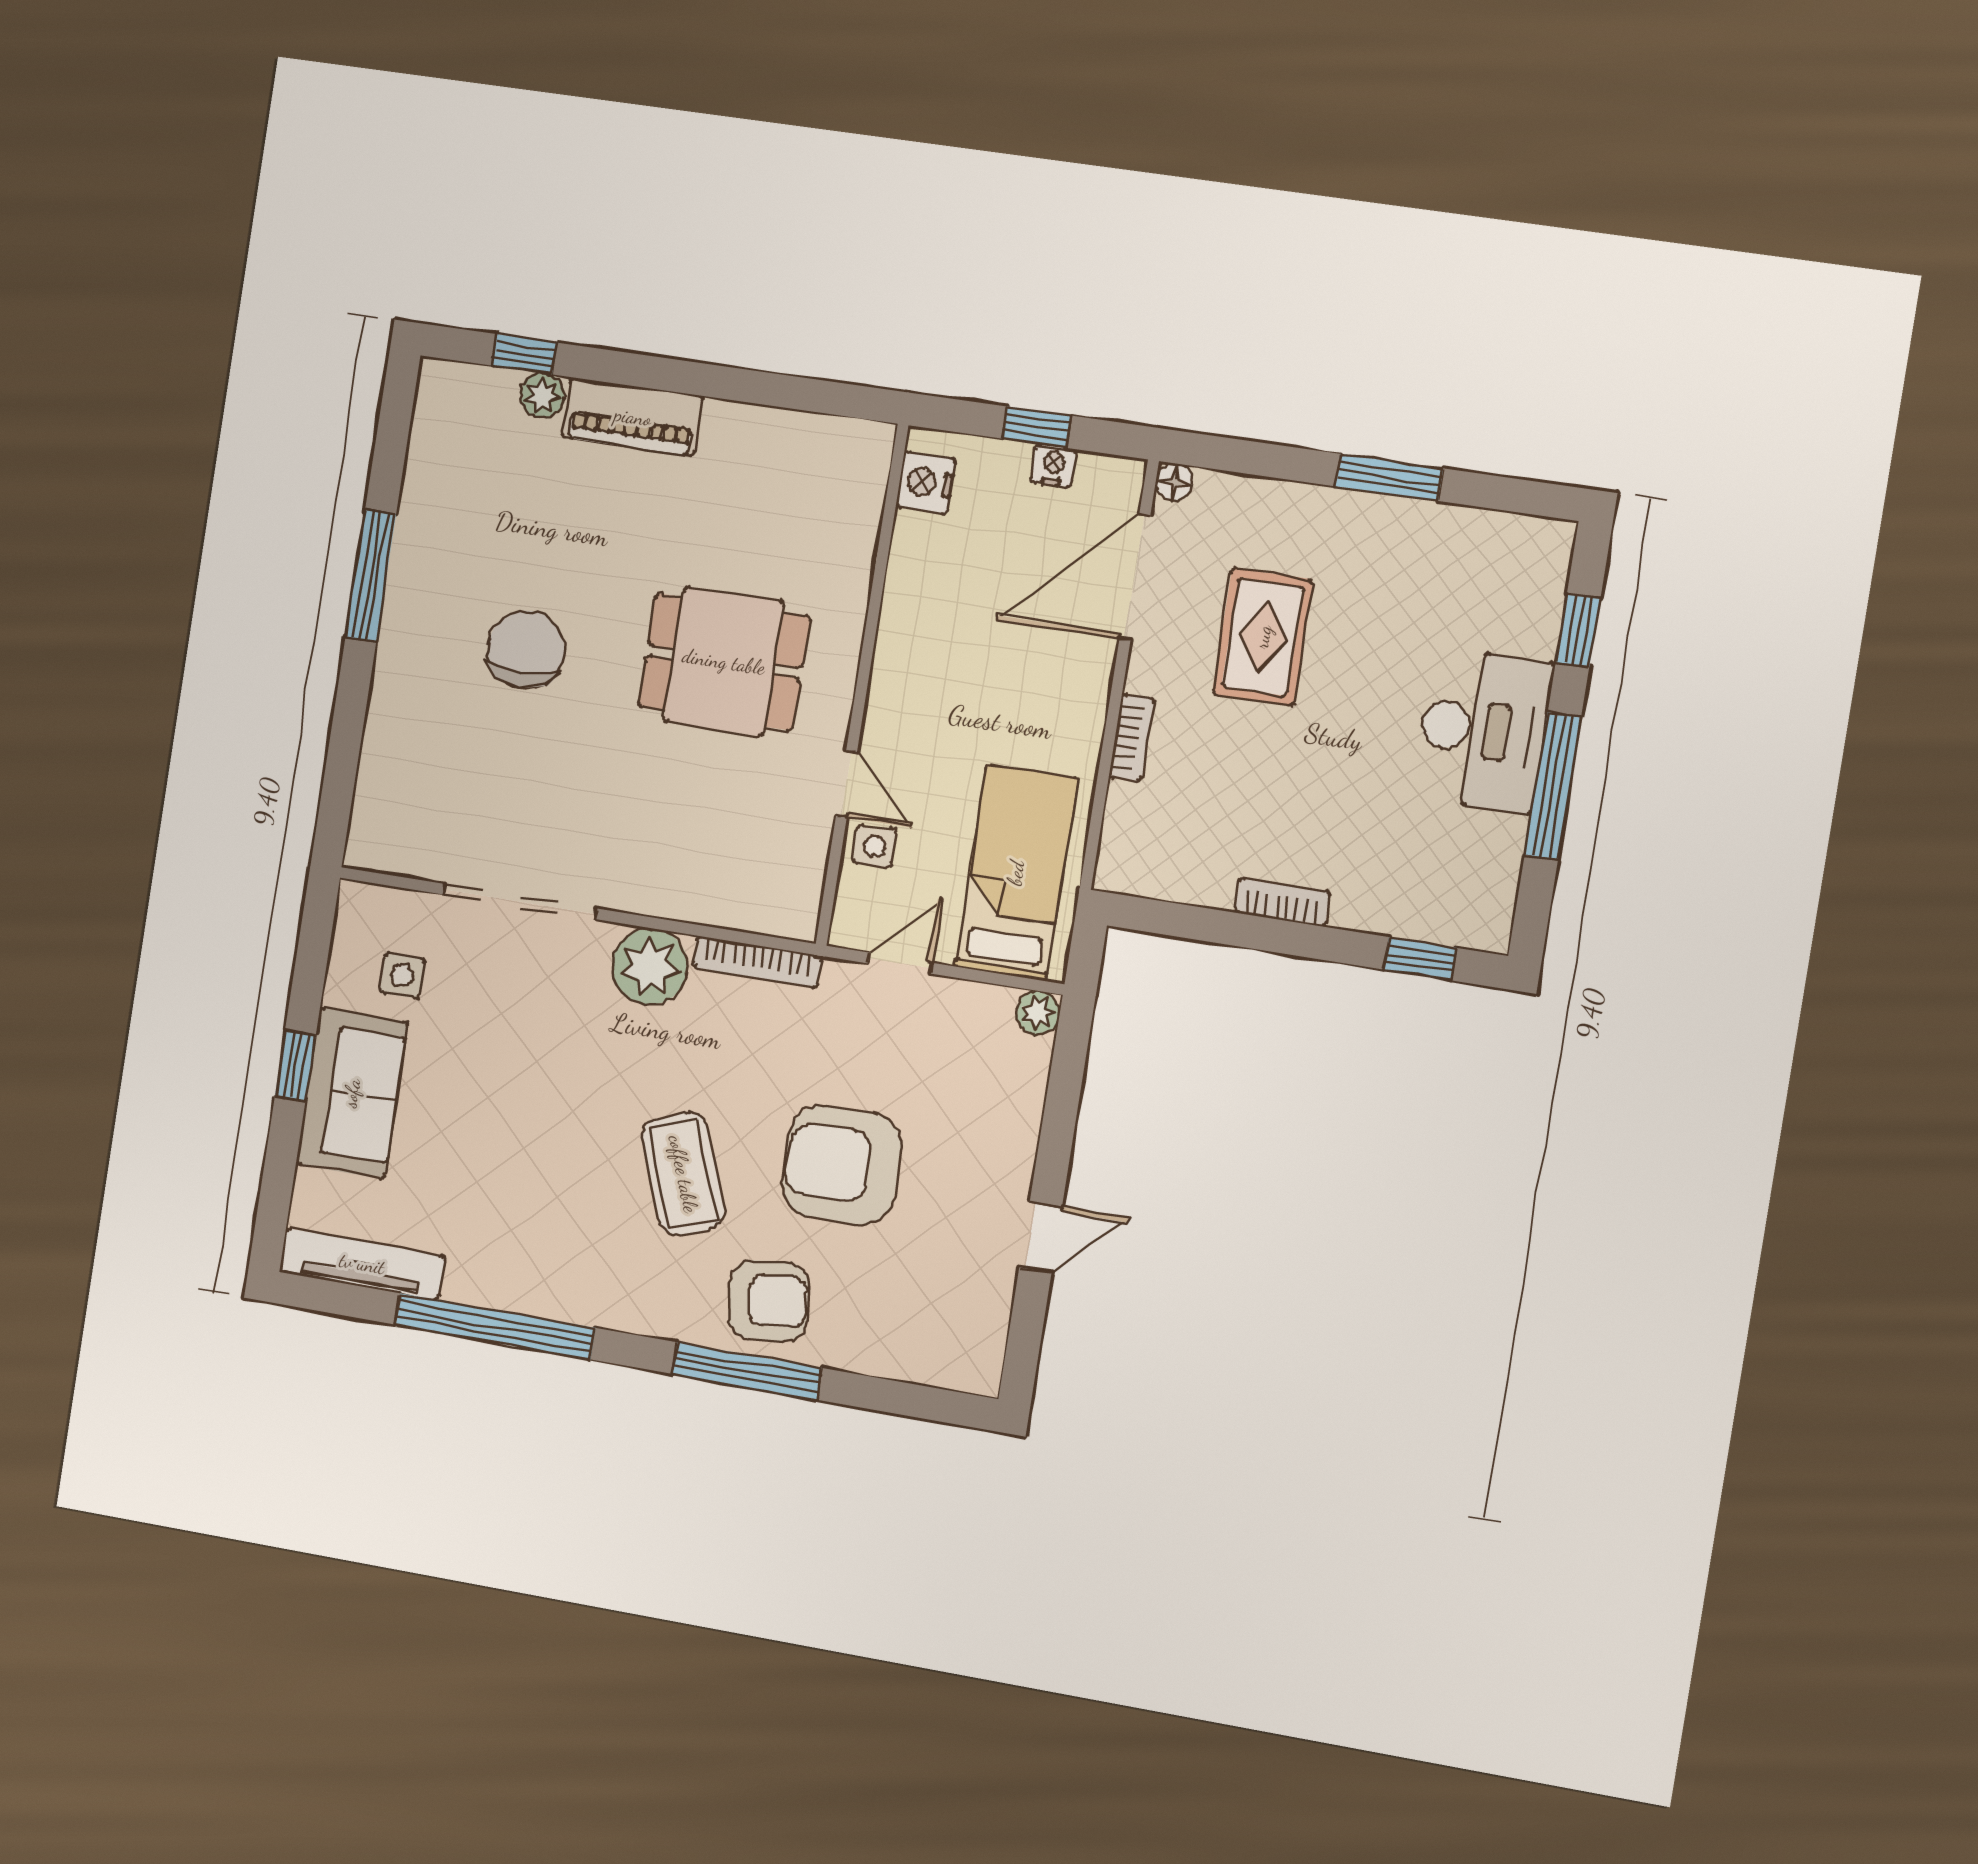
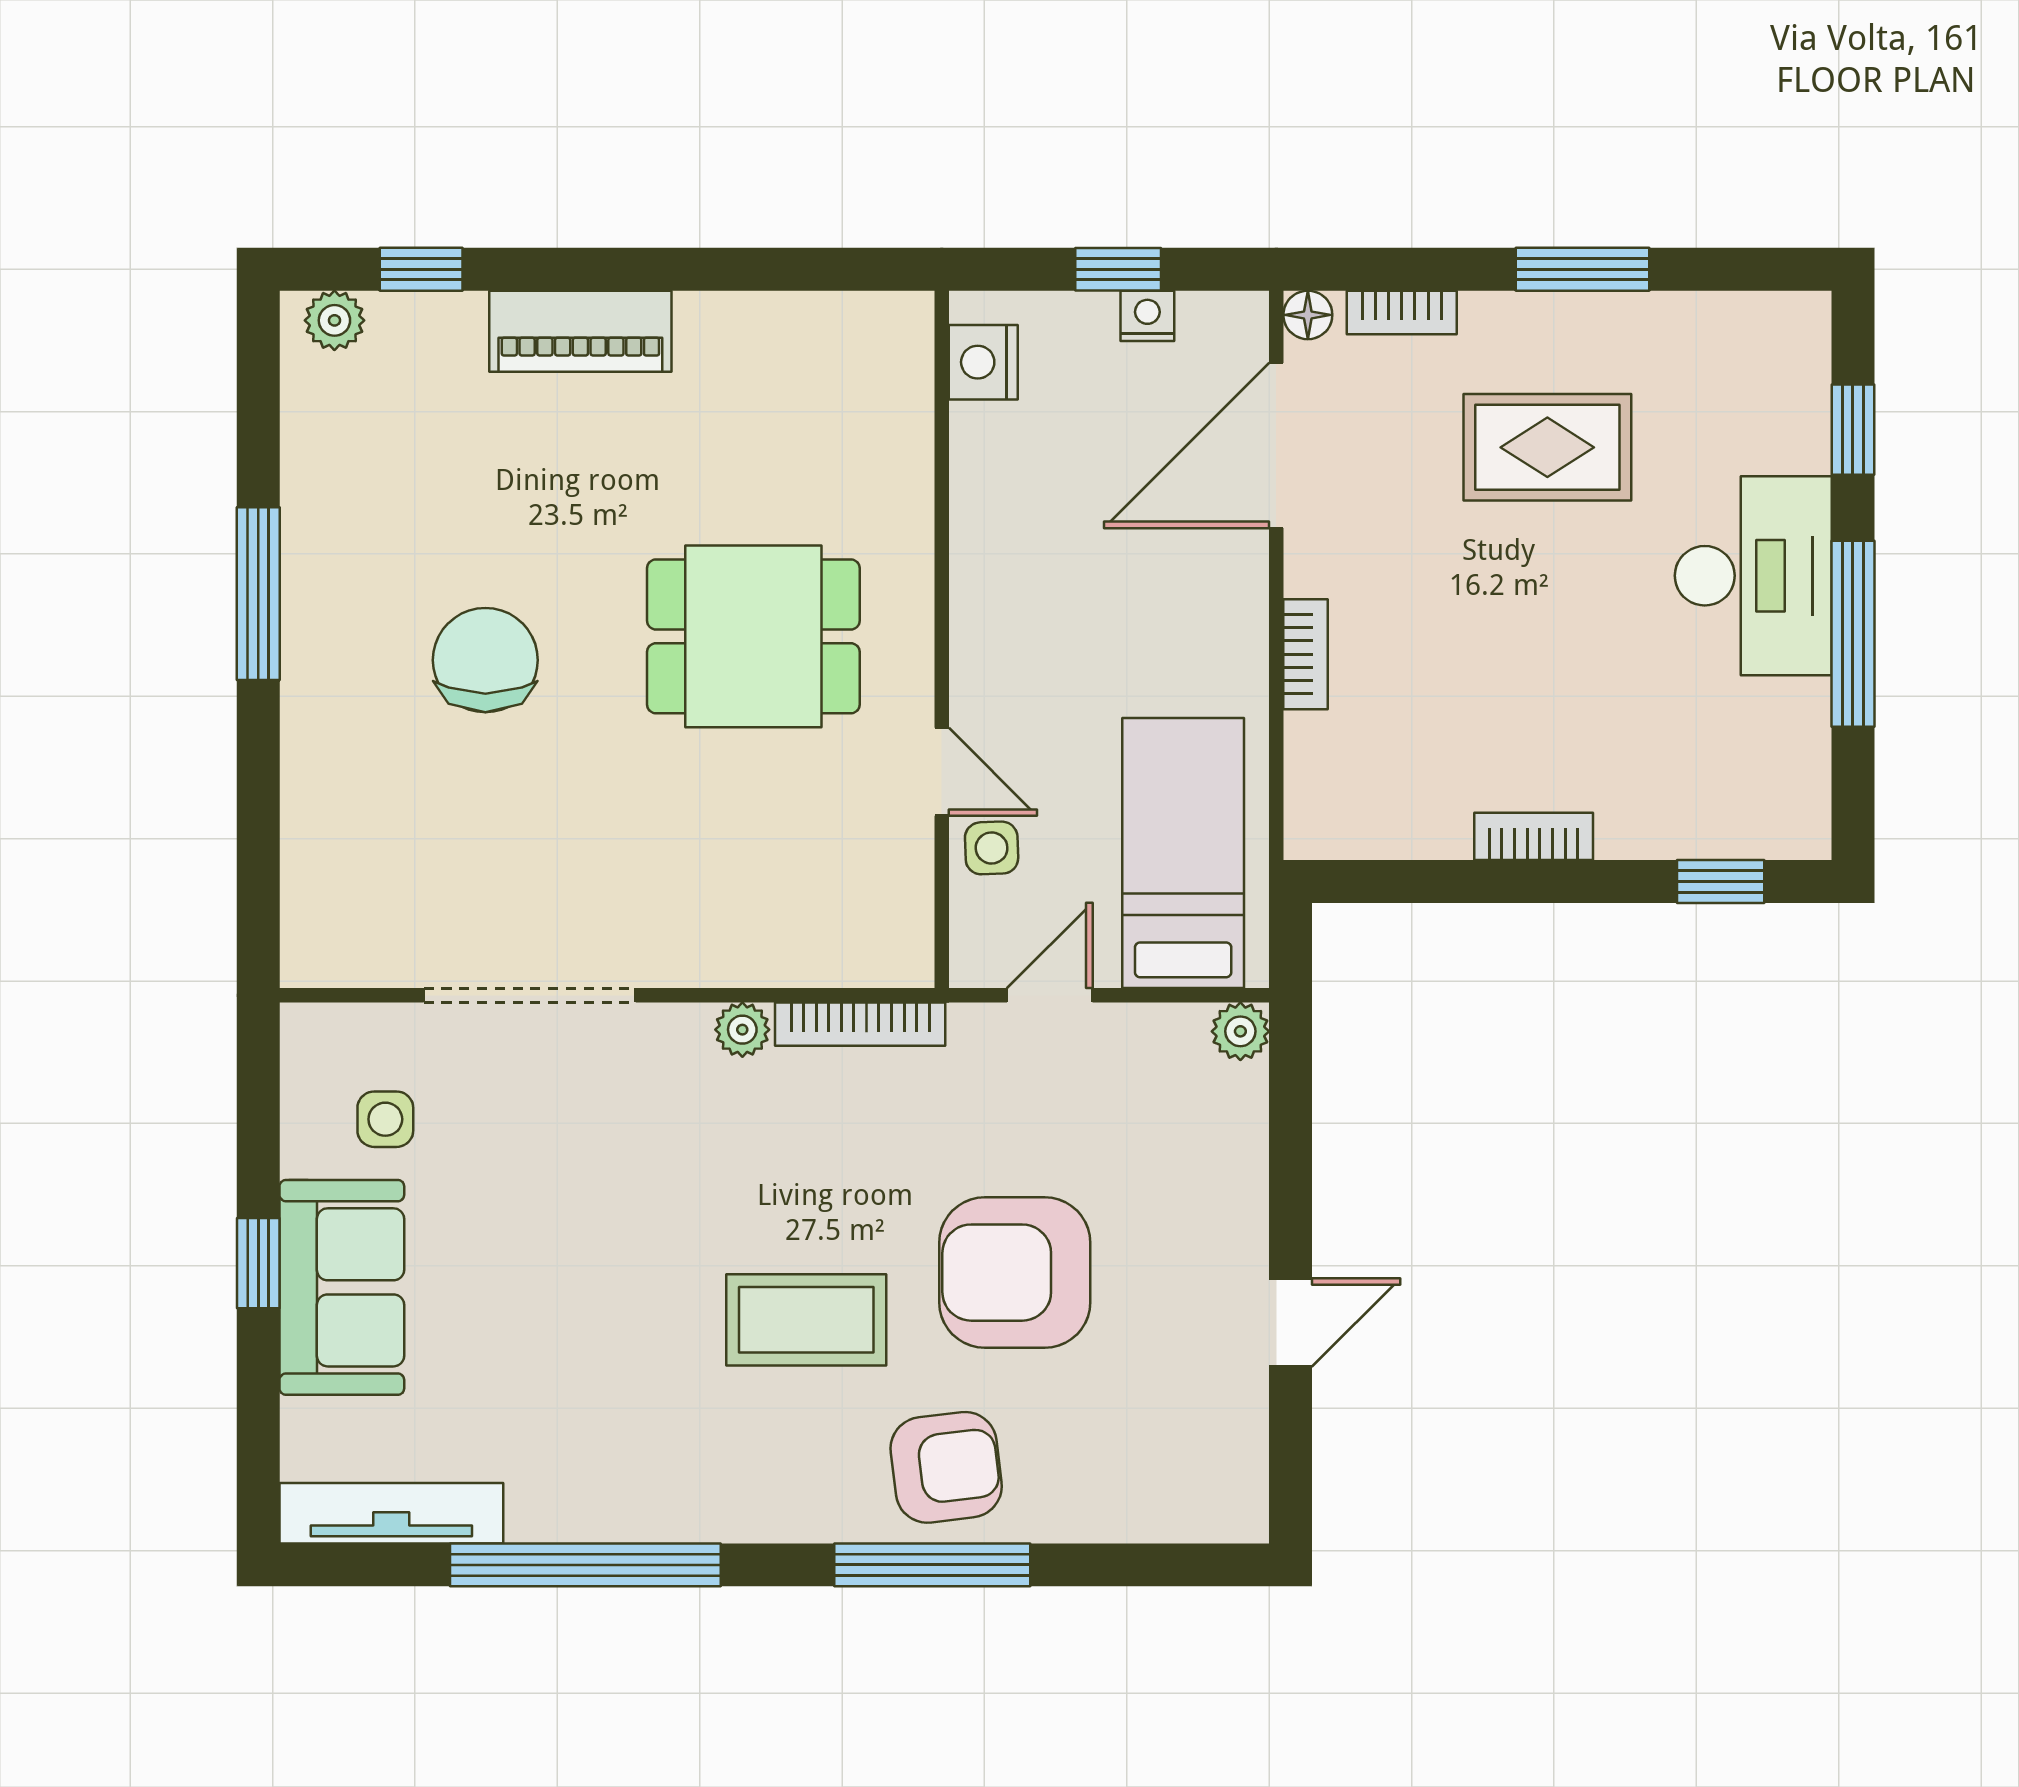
plant: (542, 395) -> (334, 320), moved
bookcase: (1246, 491) -> (1402, 313), added
rug: (1263, 637) -> (1547, 447), moved, turned 90
plant: (650, 967) -> (742, 1030), width x0.53, depth x0.53
coffee table: (683, 1174) -> (806, 1320), turned -69

